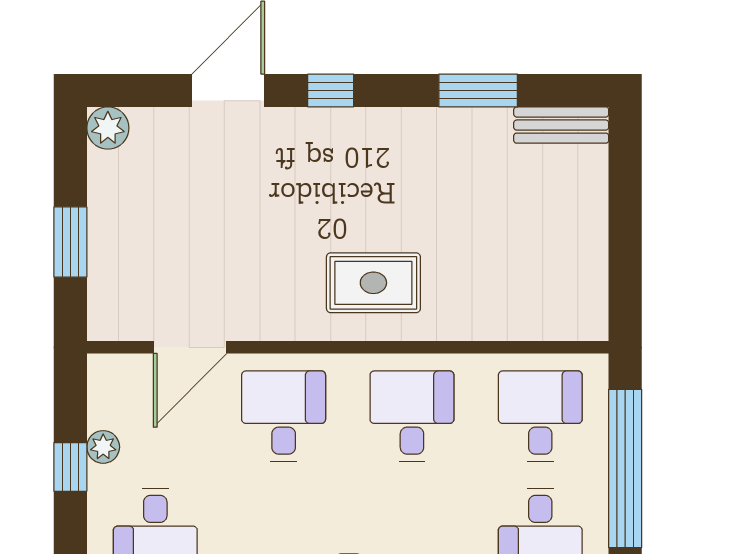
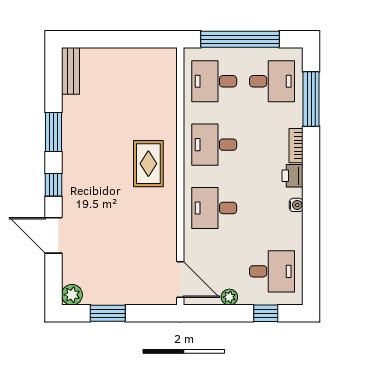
window: (478, 90) -> (53, 132), moved
window: (70, 242) -> (108, 313), moved
door: (190, 347) -> (180, 280), moved
window: (70, 467) -> (266, 313), moved

